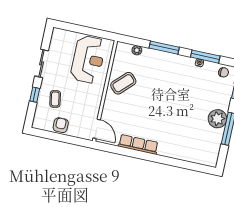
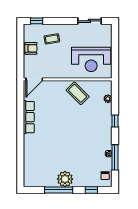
window: (164, 48) -> (115, 121), width x0.46
sliding door: (42, 63) -> (89, 21), moved
window: (35, 95) -> (37, 21), moved

